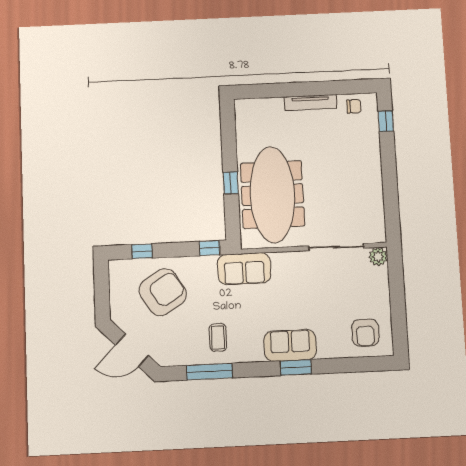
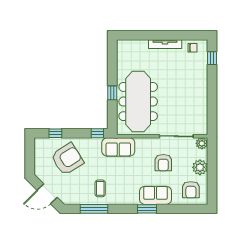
armchair: (318, 291) -> (163, 163), added
plant: (378, 295) -> (200, 167), added
sofa: (290, 345) -> (155, 195), moved

